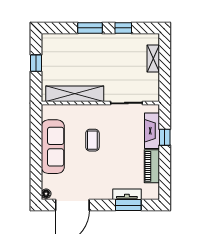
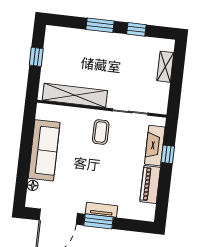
coffee table: (92, 140) -> (101, 132), moved
floor lamp: (46, 194) -> (33, 185), moved
tv unit: (127, 194) -> (102, 210), moved
window: (128, 205) -> (99, 221), moved

